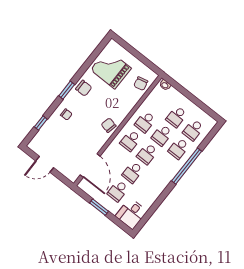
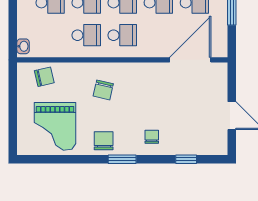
chair: (109, 125) -> (103, 90), moved

